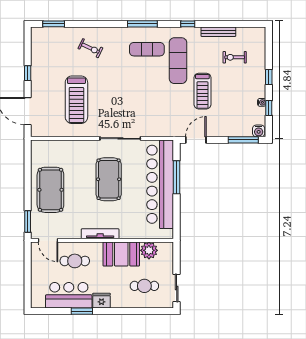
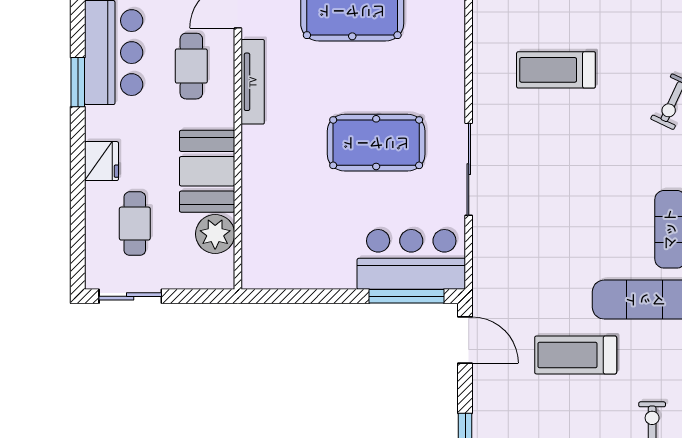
treadmill: (76, 100) -> (556, 70), width x0.73, depth x0.73
window: (177, 177) -> (406, 296), moved
bar counter: (160, 184) -> (411, 259), width x0.54
tv unit: (100, 234) -> (253, 82), moved
fridge: (101, 301) -> (102, 161), moved

